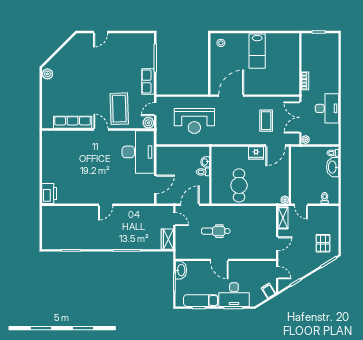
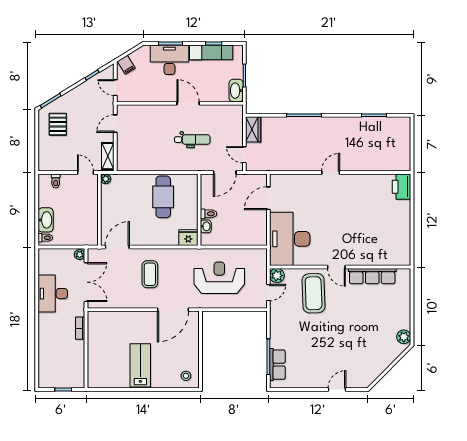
row of seats: (148, 82) -> (277, 365), moved
coffee table: (266, 121) -> (150, 274), moved
fridge: (256, 153) -> (188, 238), moved

